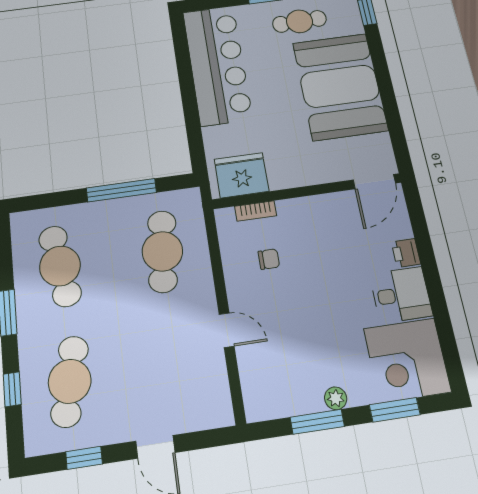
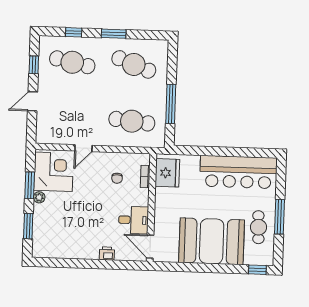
cafe table: (60, 266) -> (134, 64), turned 30
desk: (401, 295) -> (133, 220), moved, turned -90
corner desk: (407, 360) -> (54, 172), moved, turned 90

